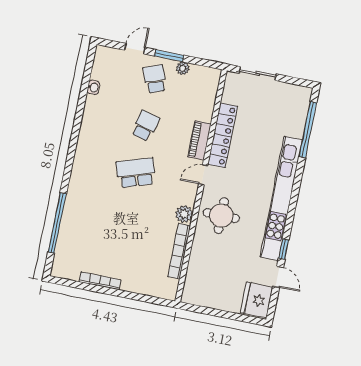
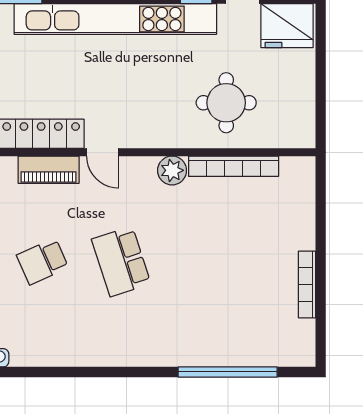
school desk: (145, 126) -> (43, 261), turned -39
round table: (221, 216) -> (226, 103), moved

